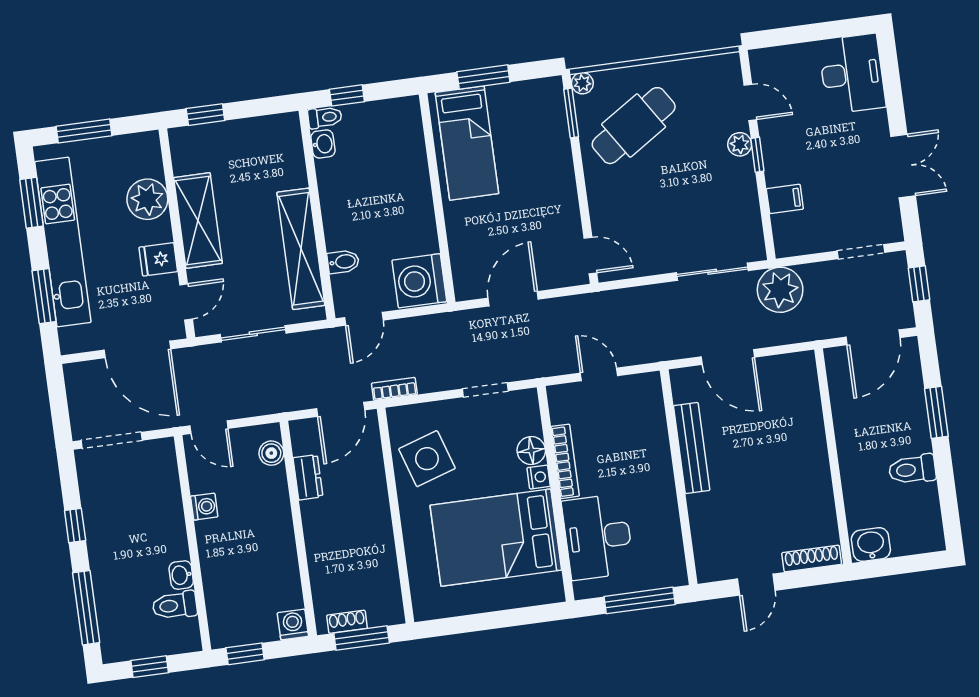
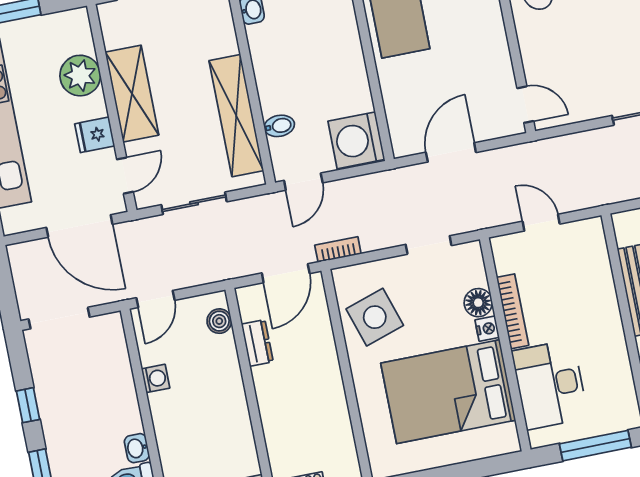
door: (209, 427) -> (155, 299), hinge flipped

